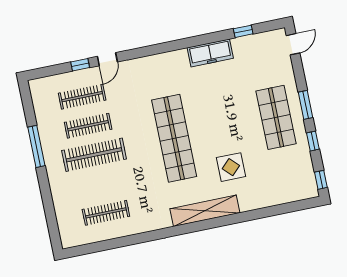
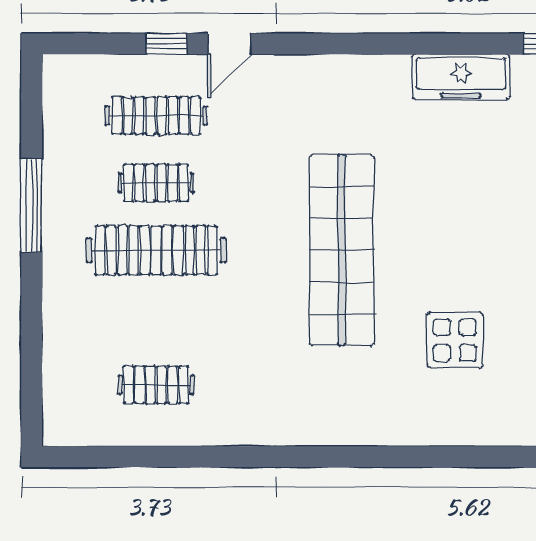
clothes rail: (88, 126) -> (156, 183), width x0.73
shelving: (205, 211) -> (377, 425), removed
clothes rail: (106, 213) -> (156, 385), width x0.73

